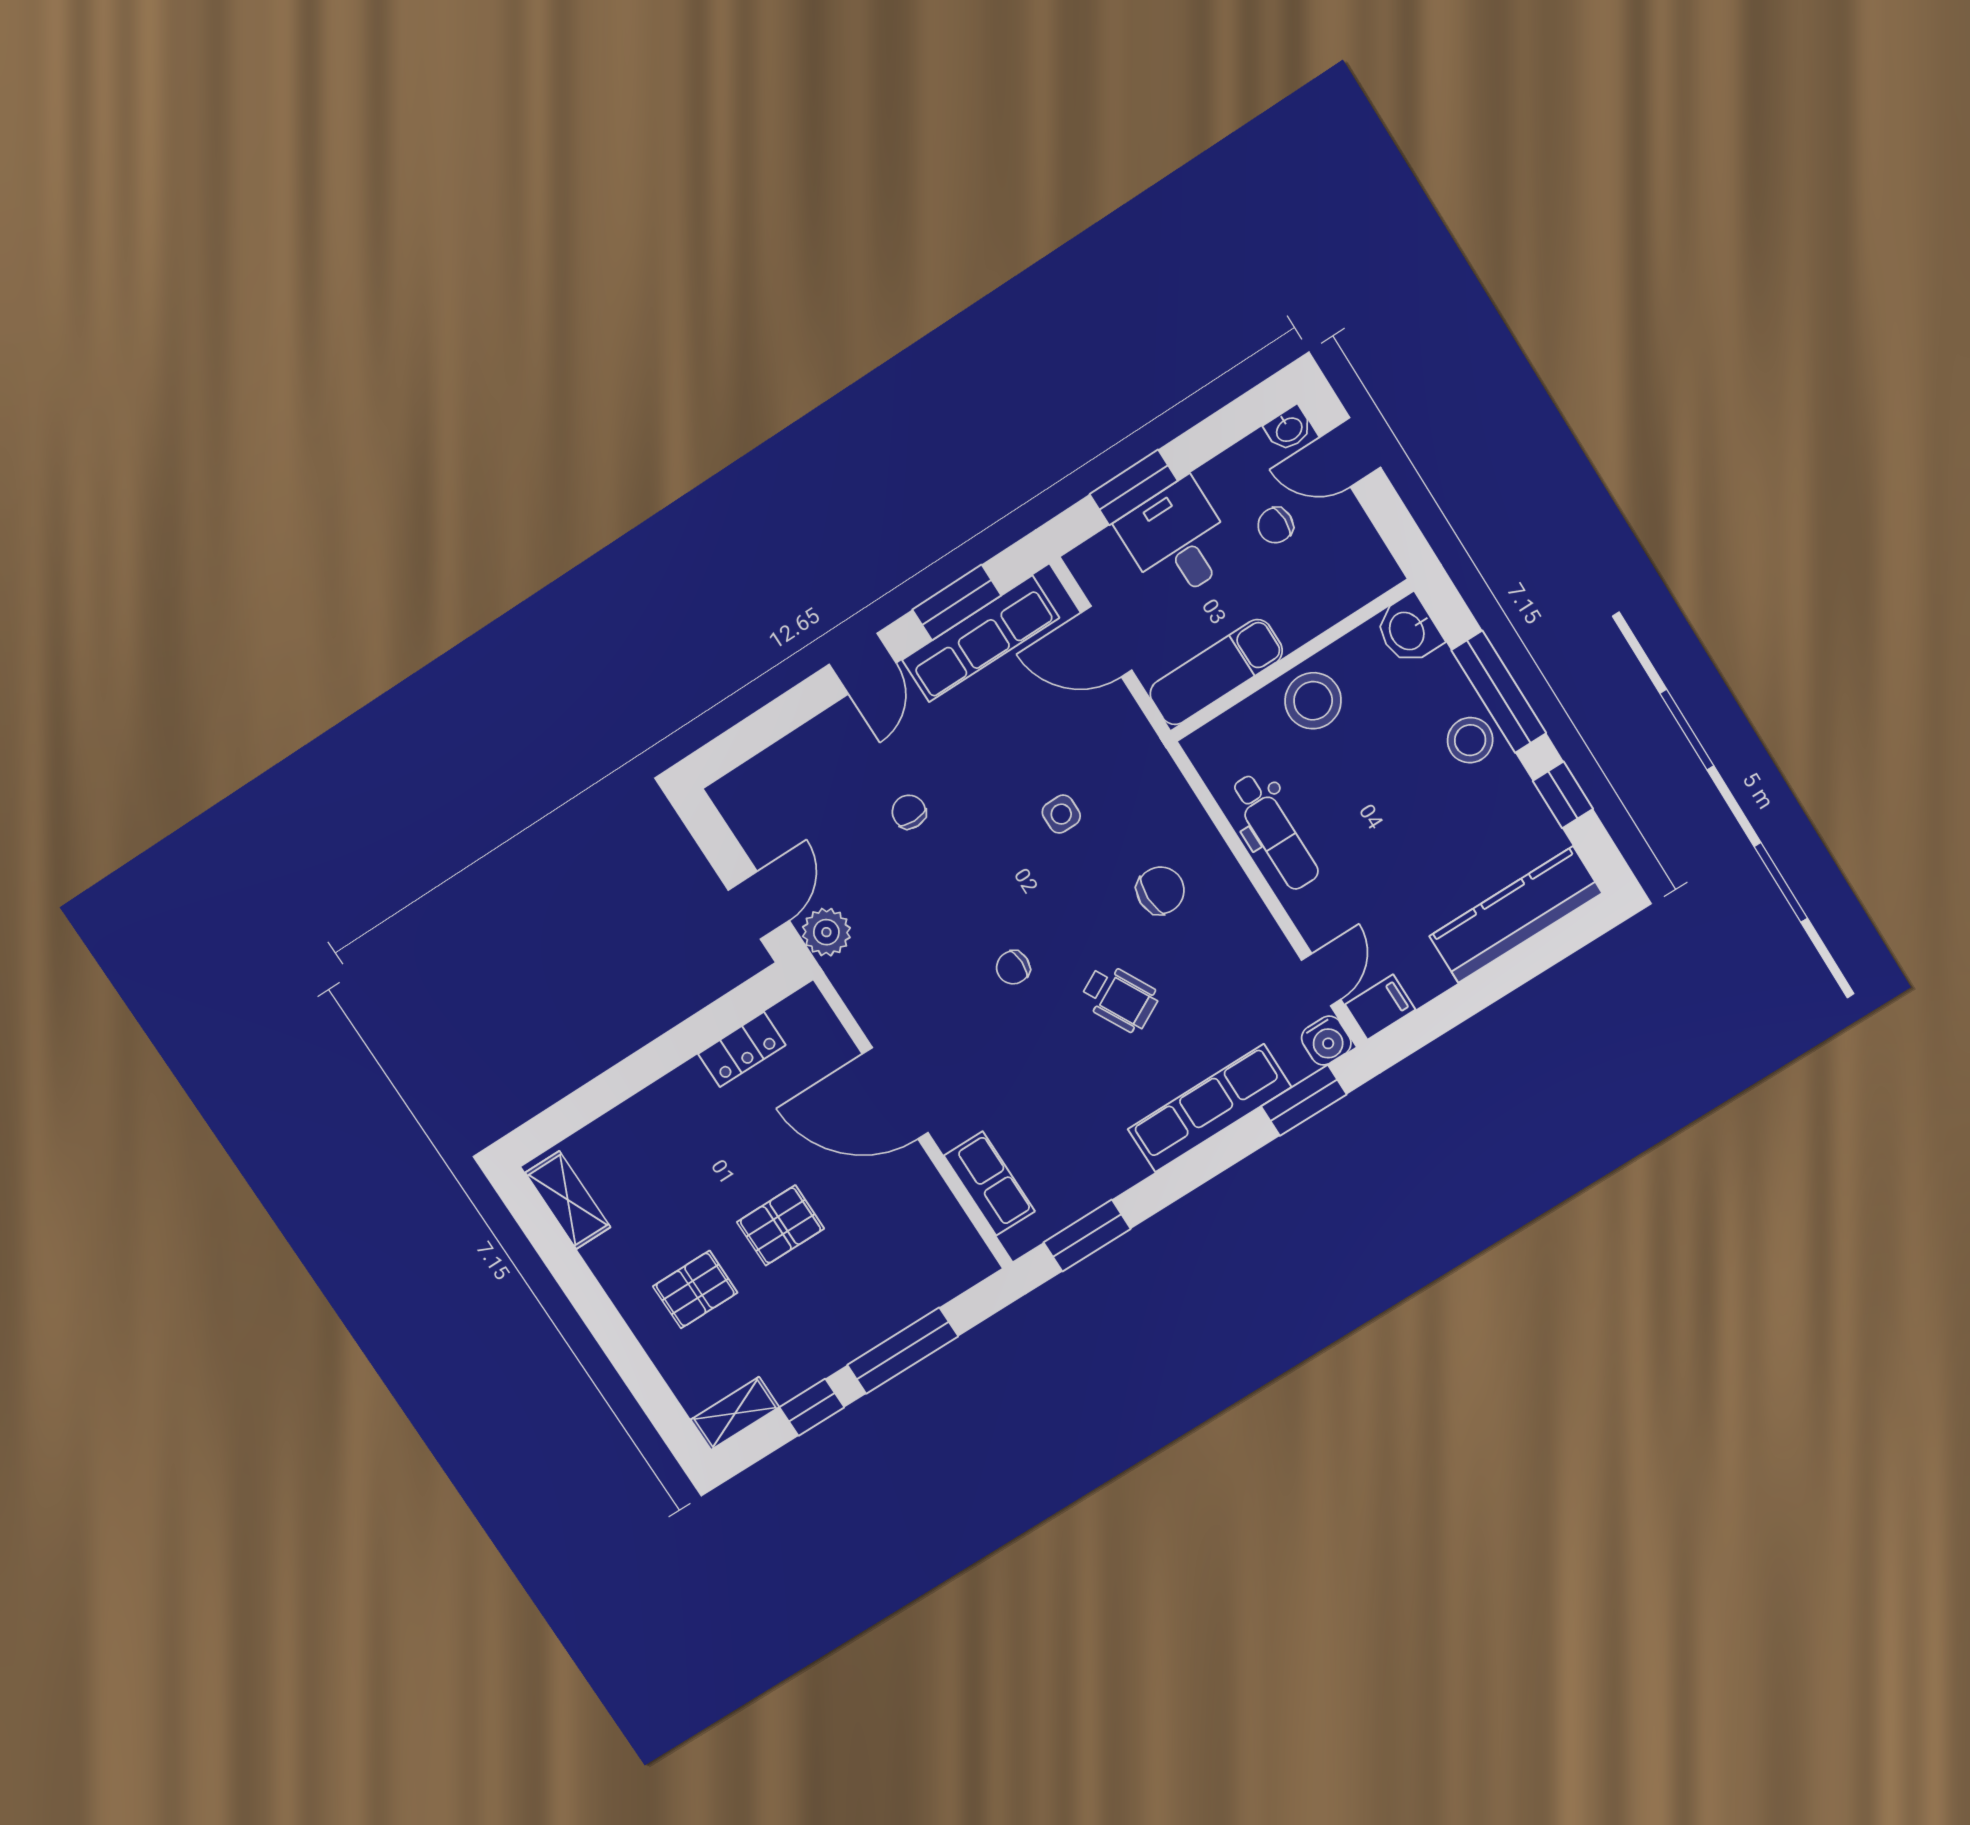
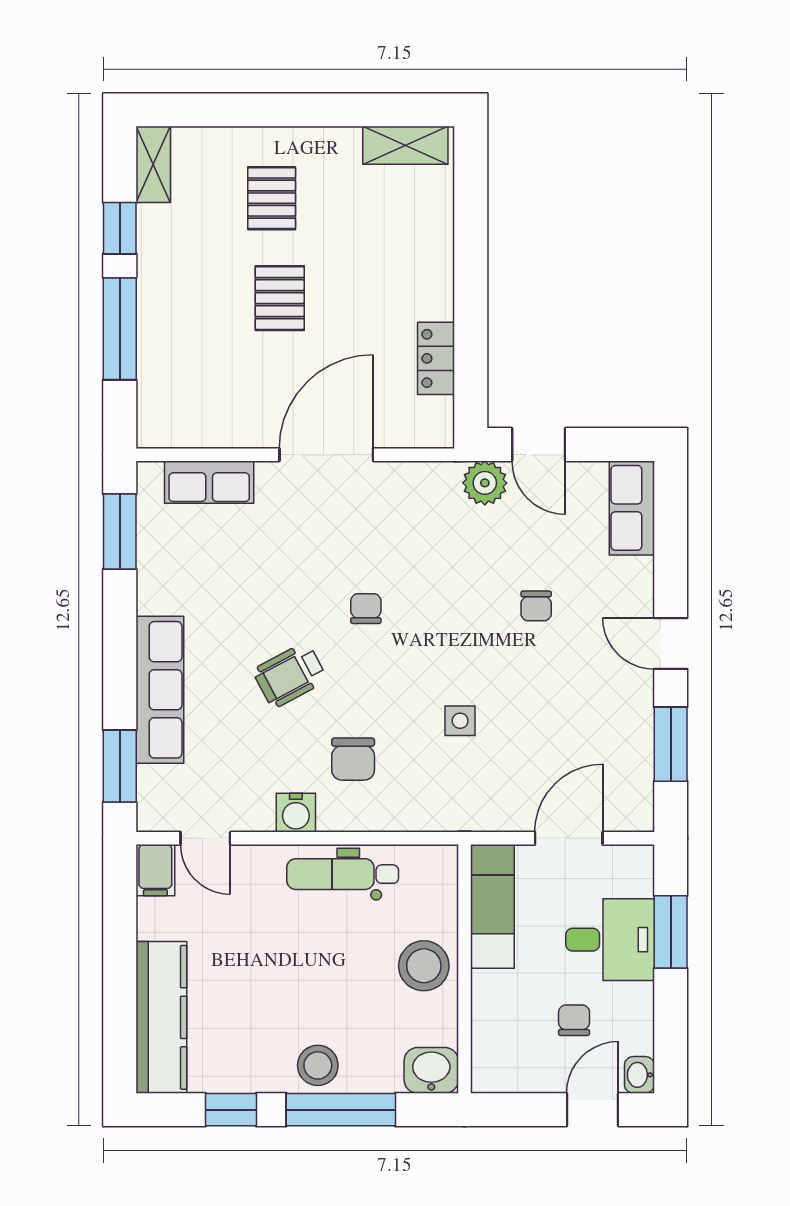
row of seats: (981, 639) -> (632, 508), moved, width x0.68
chair: (909, 812) -> (536, 606), turned 90
water cooler: (1326, 1041) -> (296, 813), moved, turned -90

